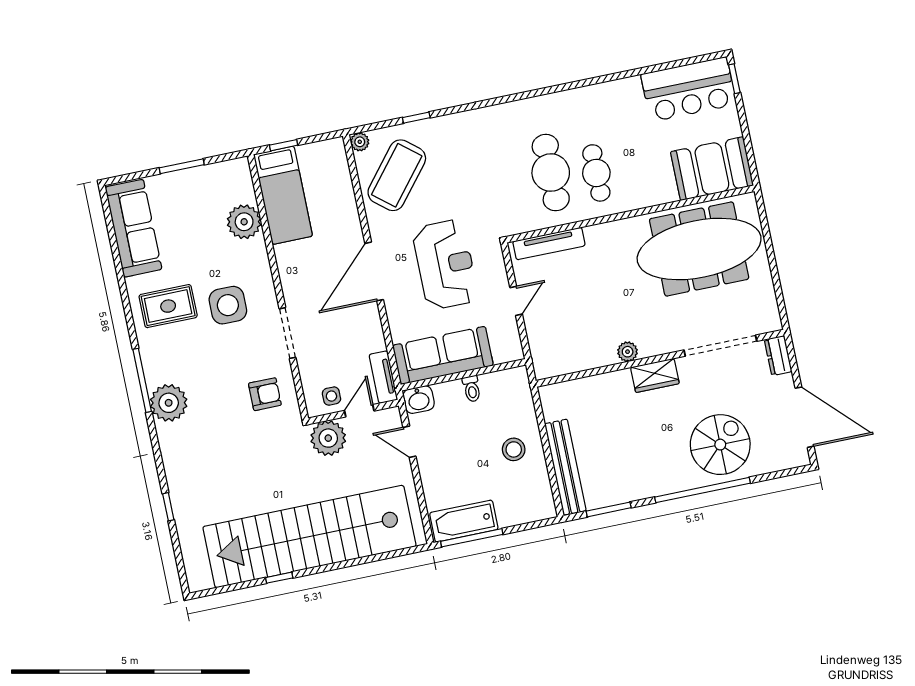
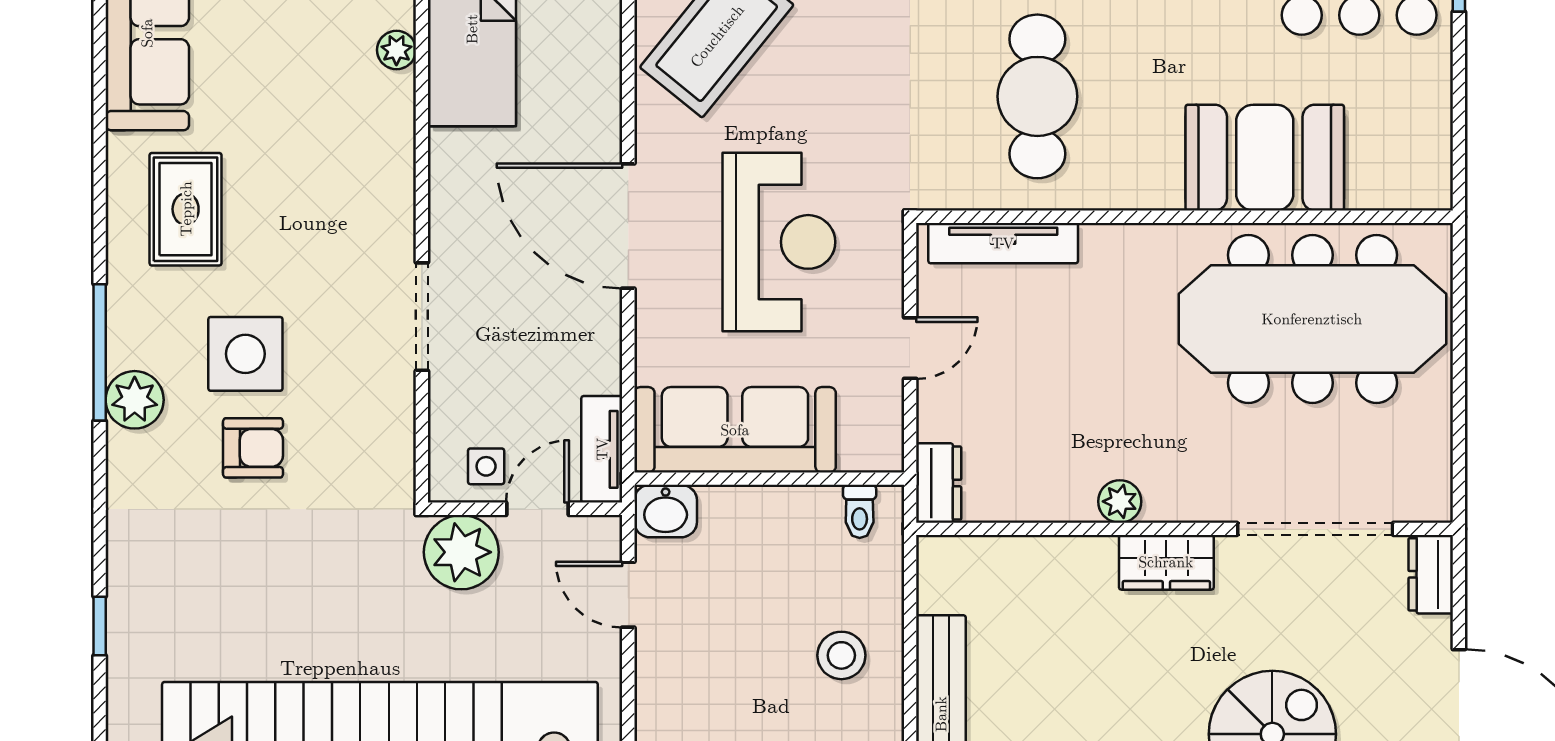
booth: (712, 169) -> (1265, 158), moved
cafe table: (596, 173) -> (1132, 117), removed
plant: (244, 222) -> (396, 50), width x0.53, depth x0.53
door: (374, 271) -> (628, 226), hinge flipped
side table: (228, 305) -> (245, 354), moved
rug: (168, 306) -> (186, 209), turned 90
dresser: (542, 361) -> (939, 483), added
toilet: (472, 389) -> (860, 511), moved
armchair: (265, 394) -> (253, 448), moved
plant: (169, 403) -> (135, 400), width x0.73, depth x0.73

